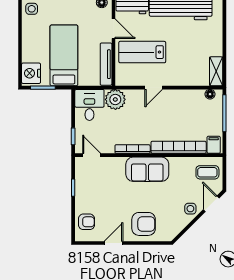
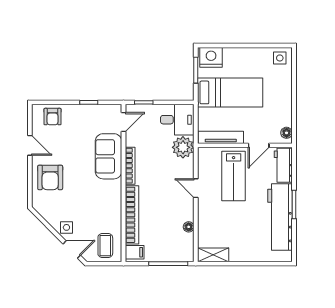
lab bench: (142, 52) -> (234, 176), turned 180
floor lamp: (210, 94) -> (189, 227), moved
sofa: (147, 169) -> (109, 156), moved

